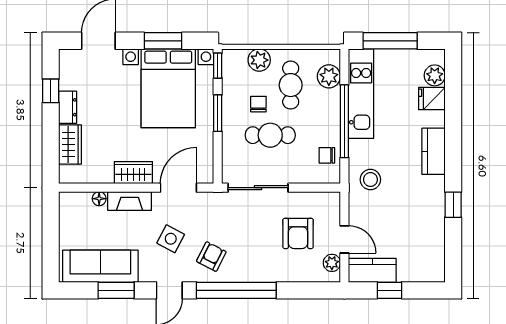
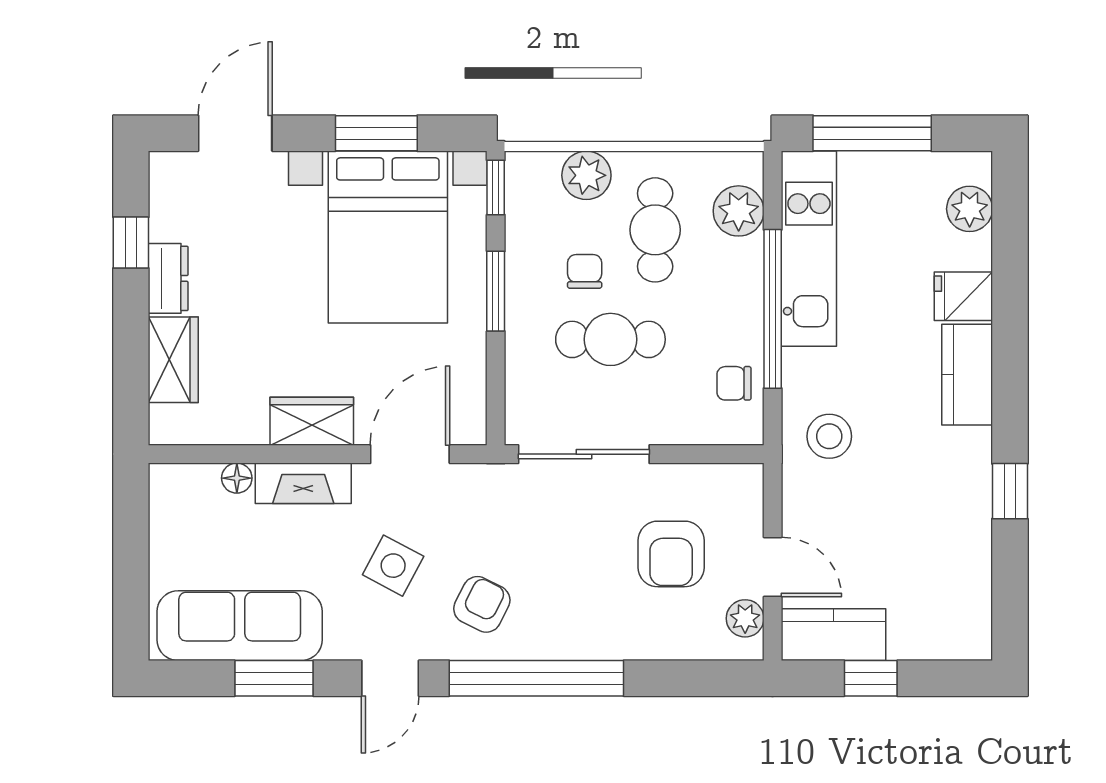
fridge: (432, 99) -> (963, 296), moved

